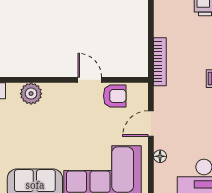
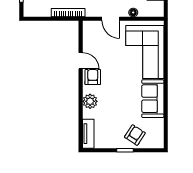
door: (90, 80) -> (81, 61), swing flipped
armchair: (115, 96) -> (93, 77), moved

